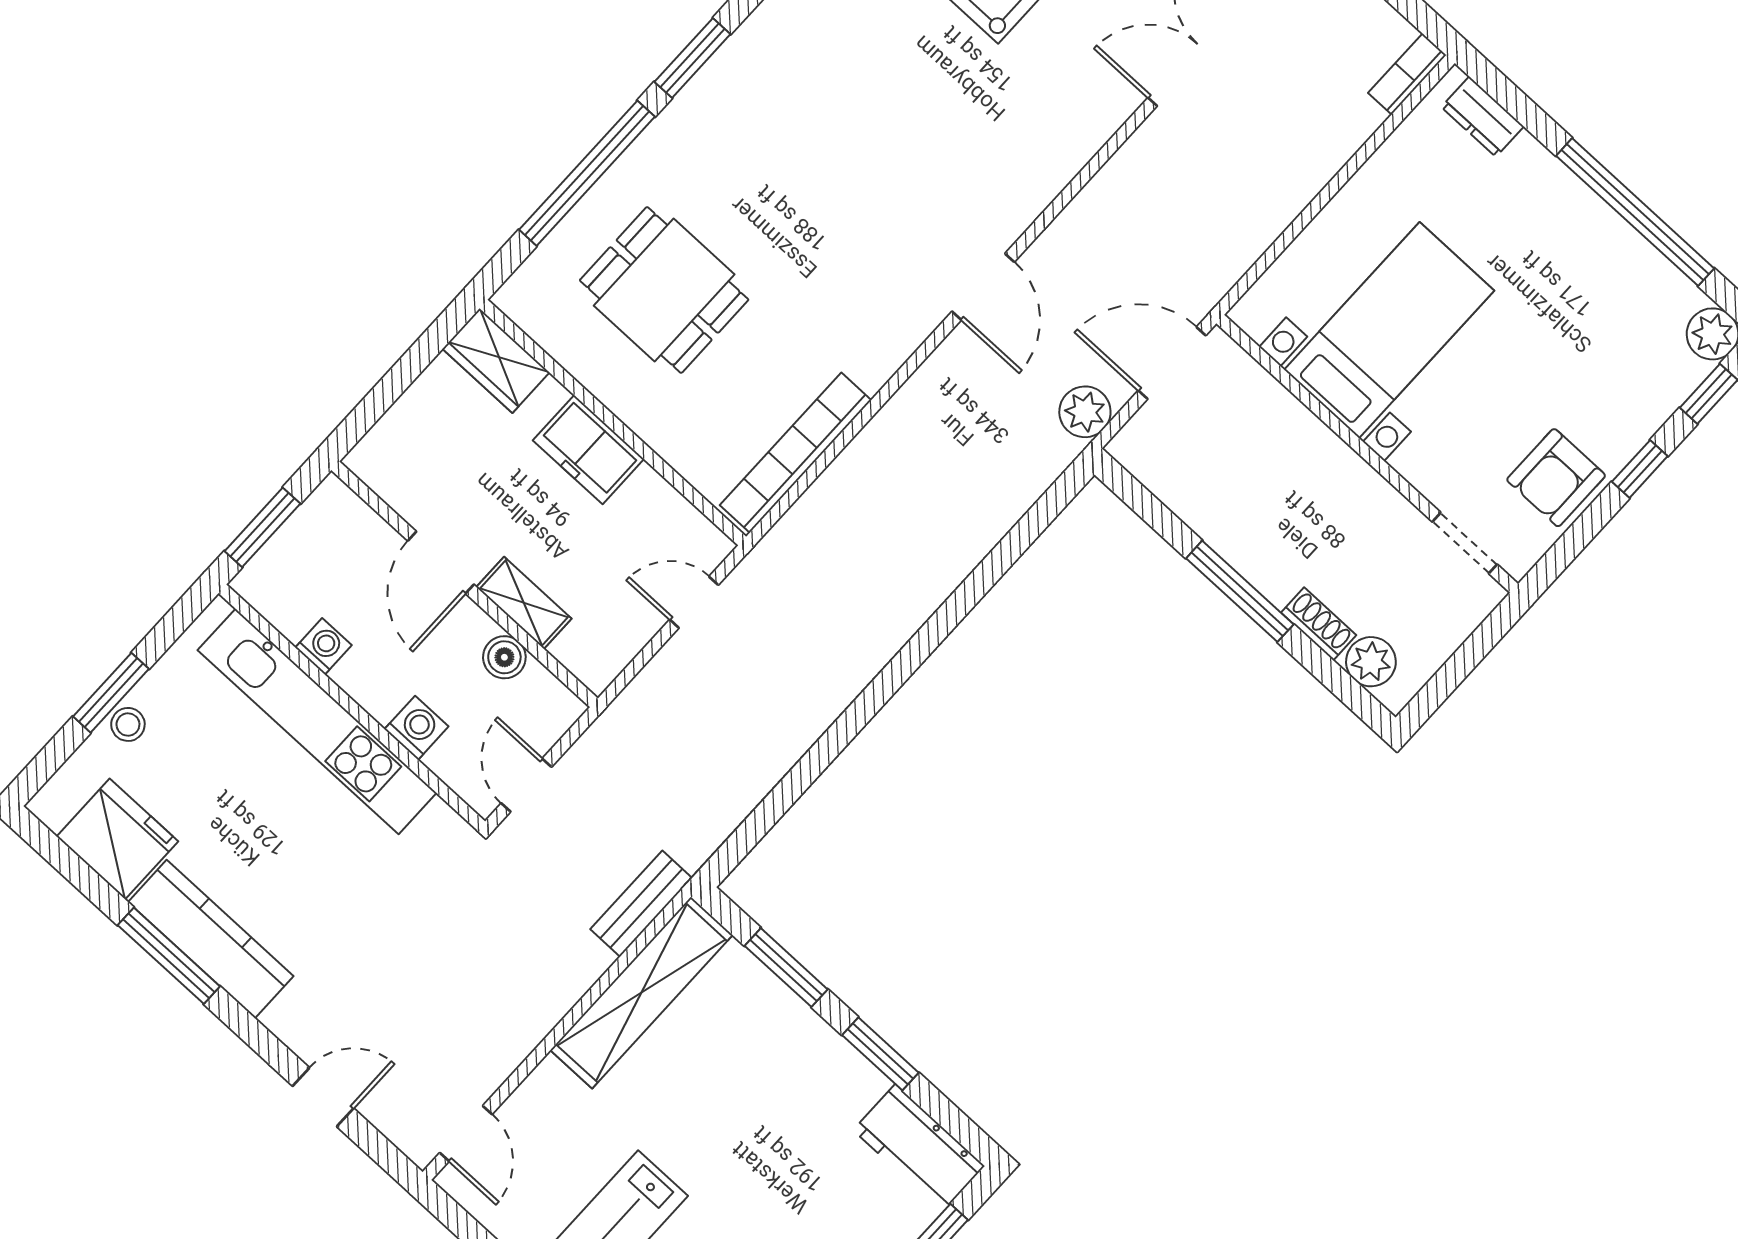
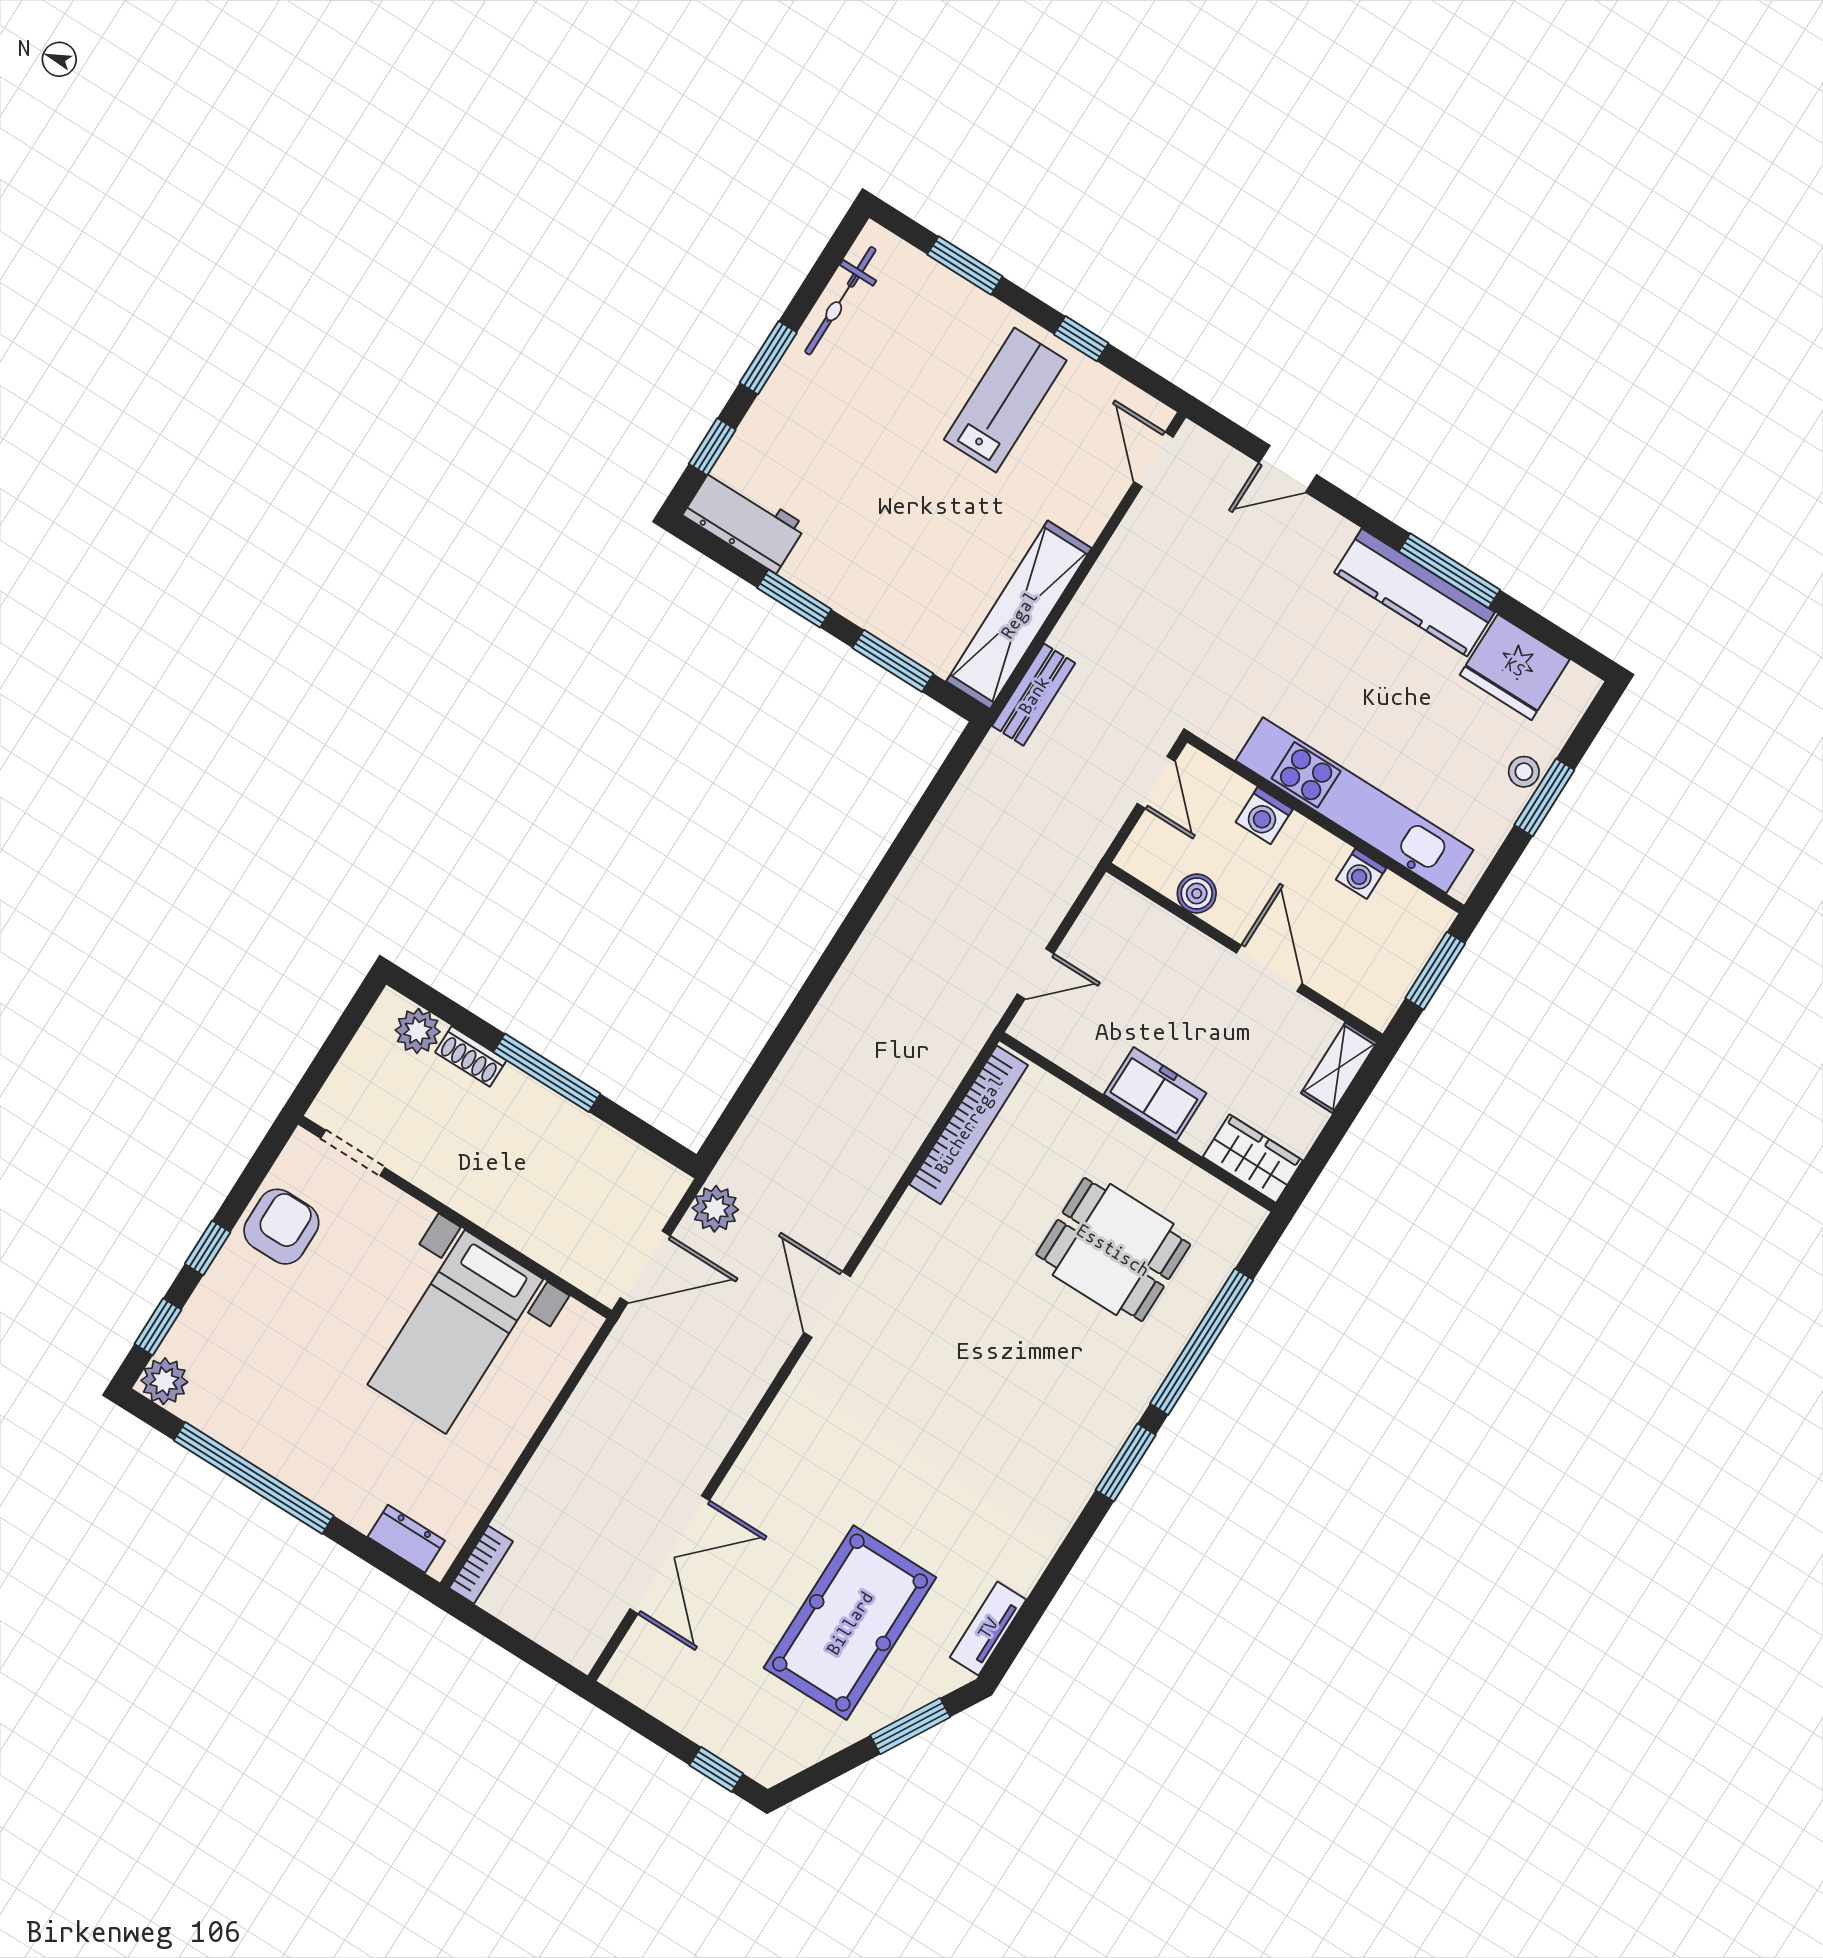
shelving: (524, 603) -> (1339, 1068), moved, turned 90

